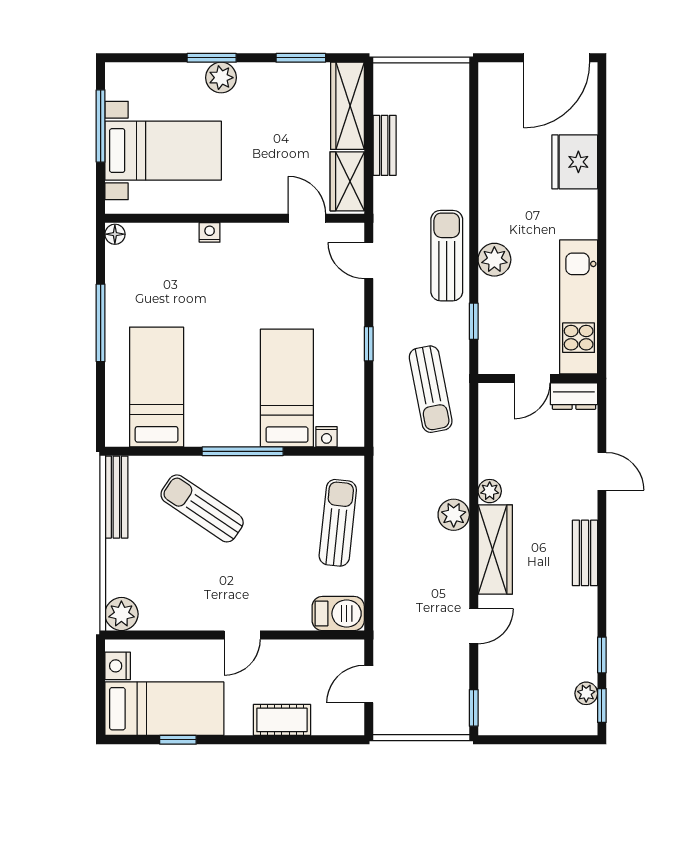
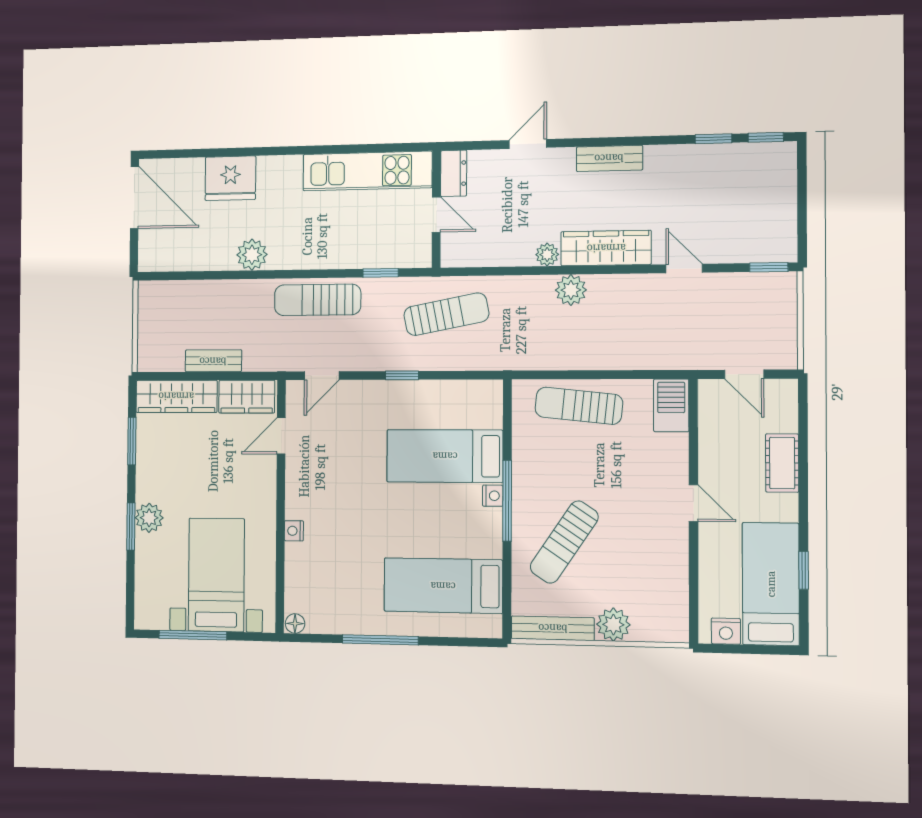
plant: (494, 260) -> (252, 255), moved
nightstand: (327, 437) -> (493, 496), moved
plant: (121, 614) -> (613, 625), moved
plant: (586, 693) -> (753, 153), removed

